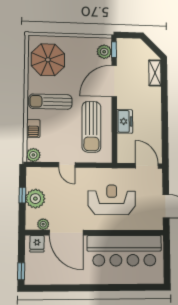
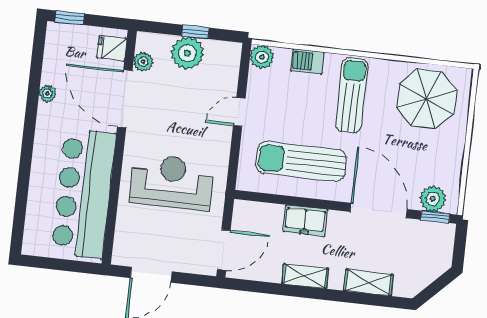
shelving: (155, 73) -> (368, 283), moved
shelving: (156, 119) -> (305, 276), added
reception desk: (112, 200) -> (172, 182), turned -90
door: (66, 233) -> (125, 99), hinge flipped
plant: (68, 279) -> (47, 94), added

